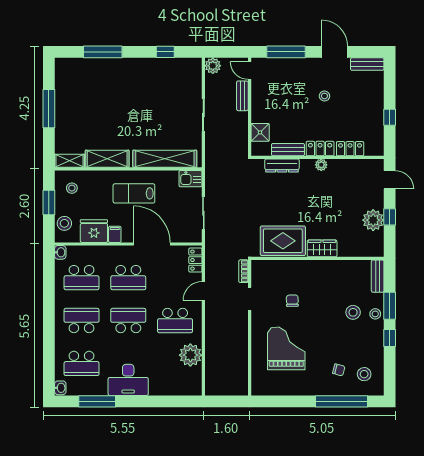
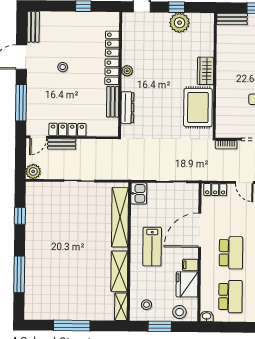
locker: (258, 102) -> (67, 130), added
shower: (260, 132) -> (96, 128), removed

